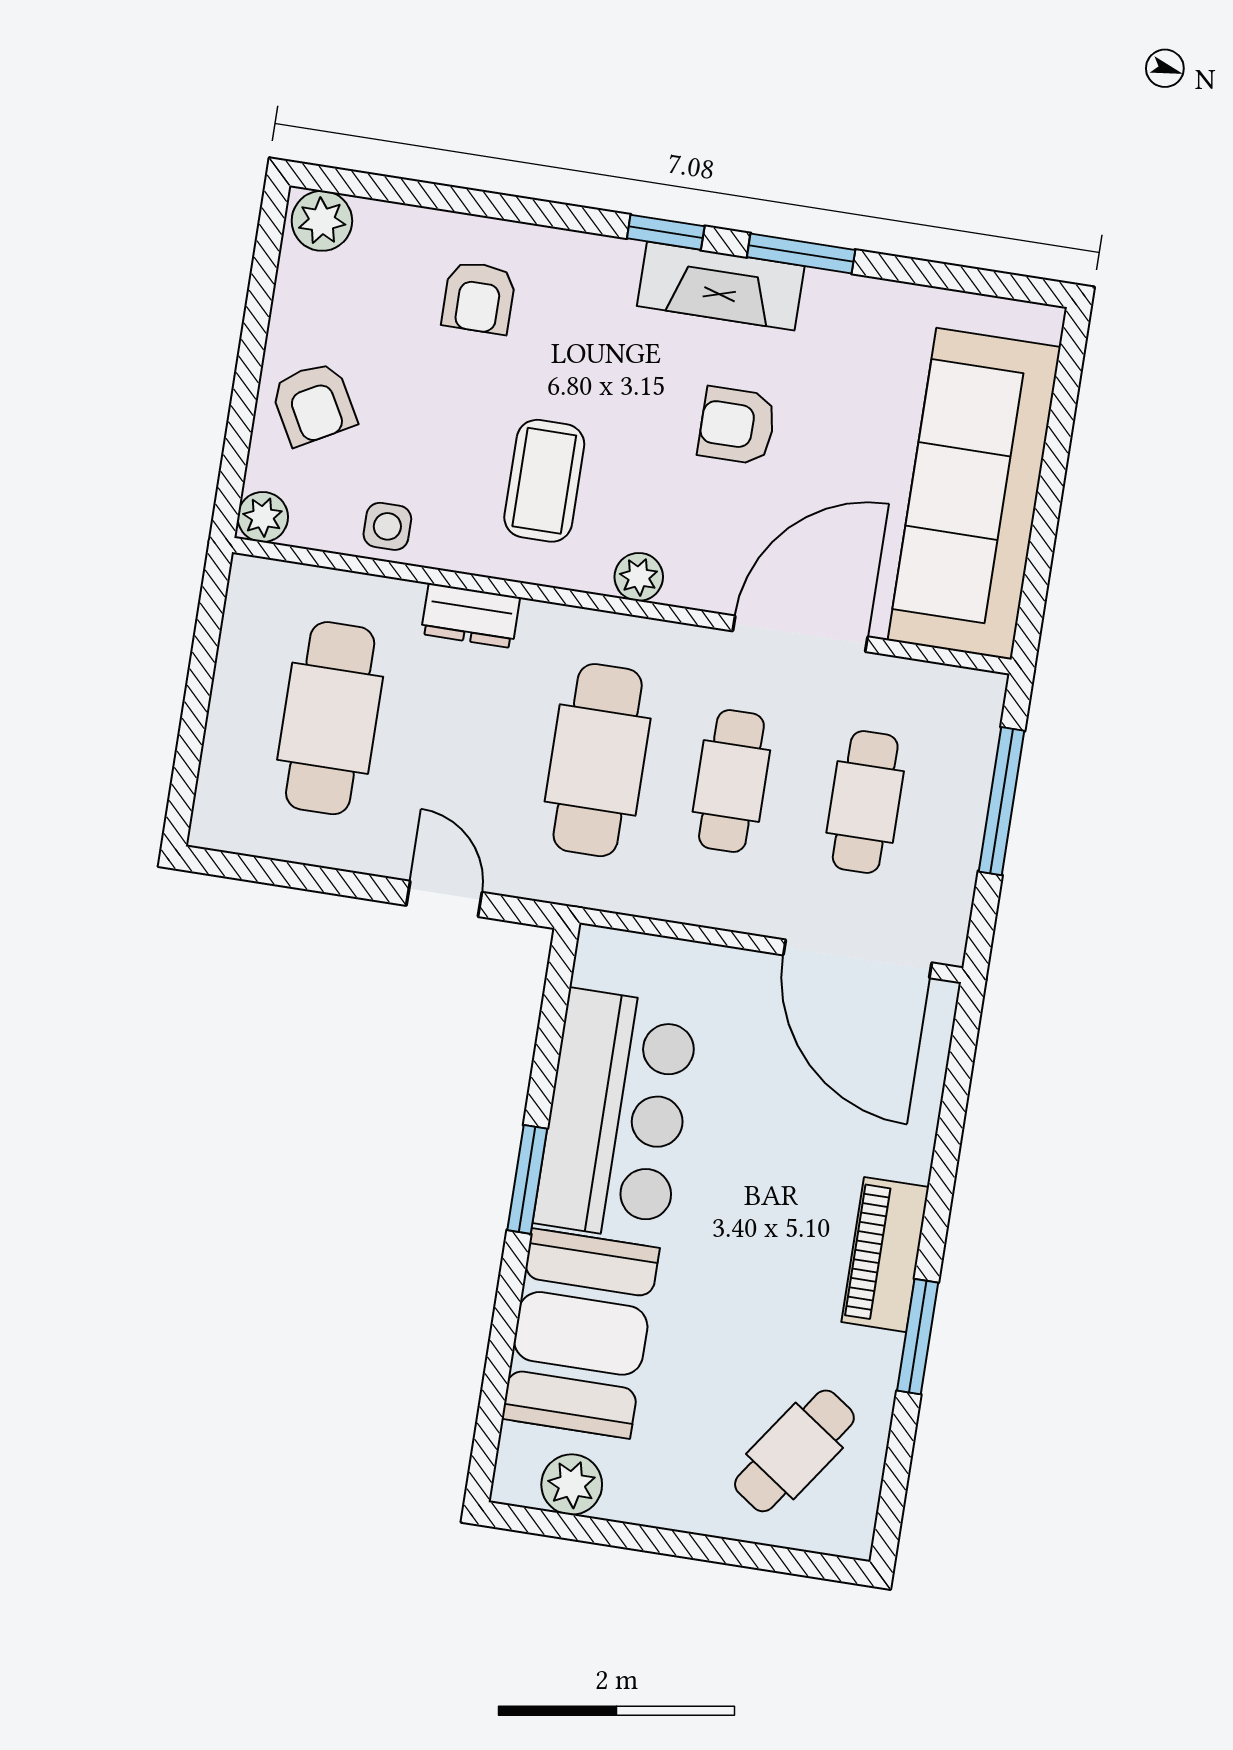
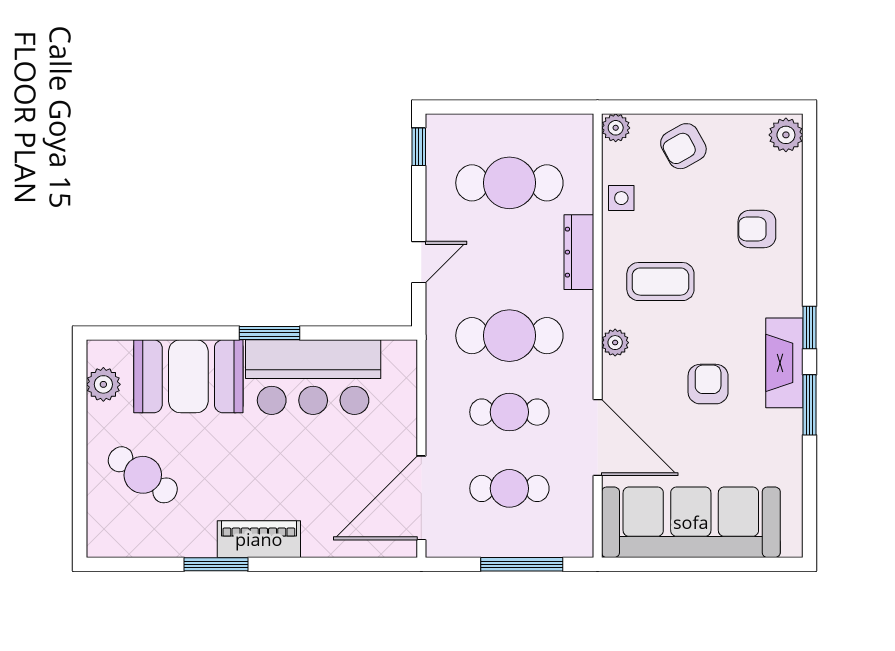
dresser: (470, 616) -> (579, 252), width x1.44
window: (242, 867) -> (419, 147), added
cafe table: (794, 1451) -> (143, 475), moved

